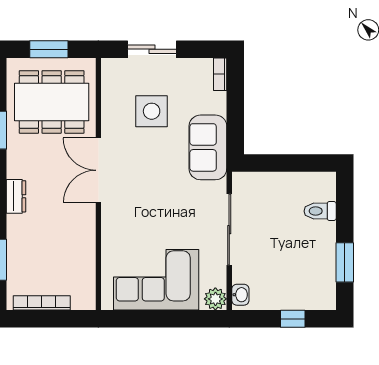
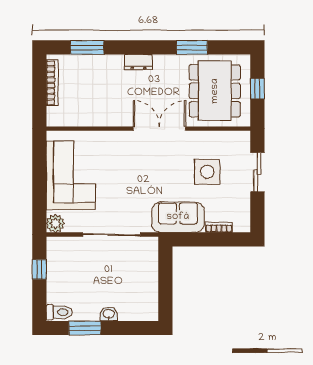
window: (49, 49) -> (257, 89), width x0.67
bookcase: (220, 74) -> (219, 227), moved
toilet: (320, 211) -> (59, 312), moved, turned 90
washbasin: (240, 295) -> (109, 314), moved, turned 180
window: (293, 319) -> (39, 269), moved

